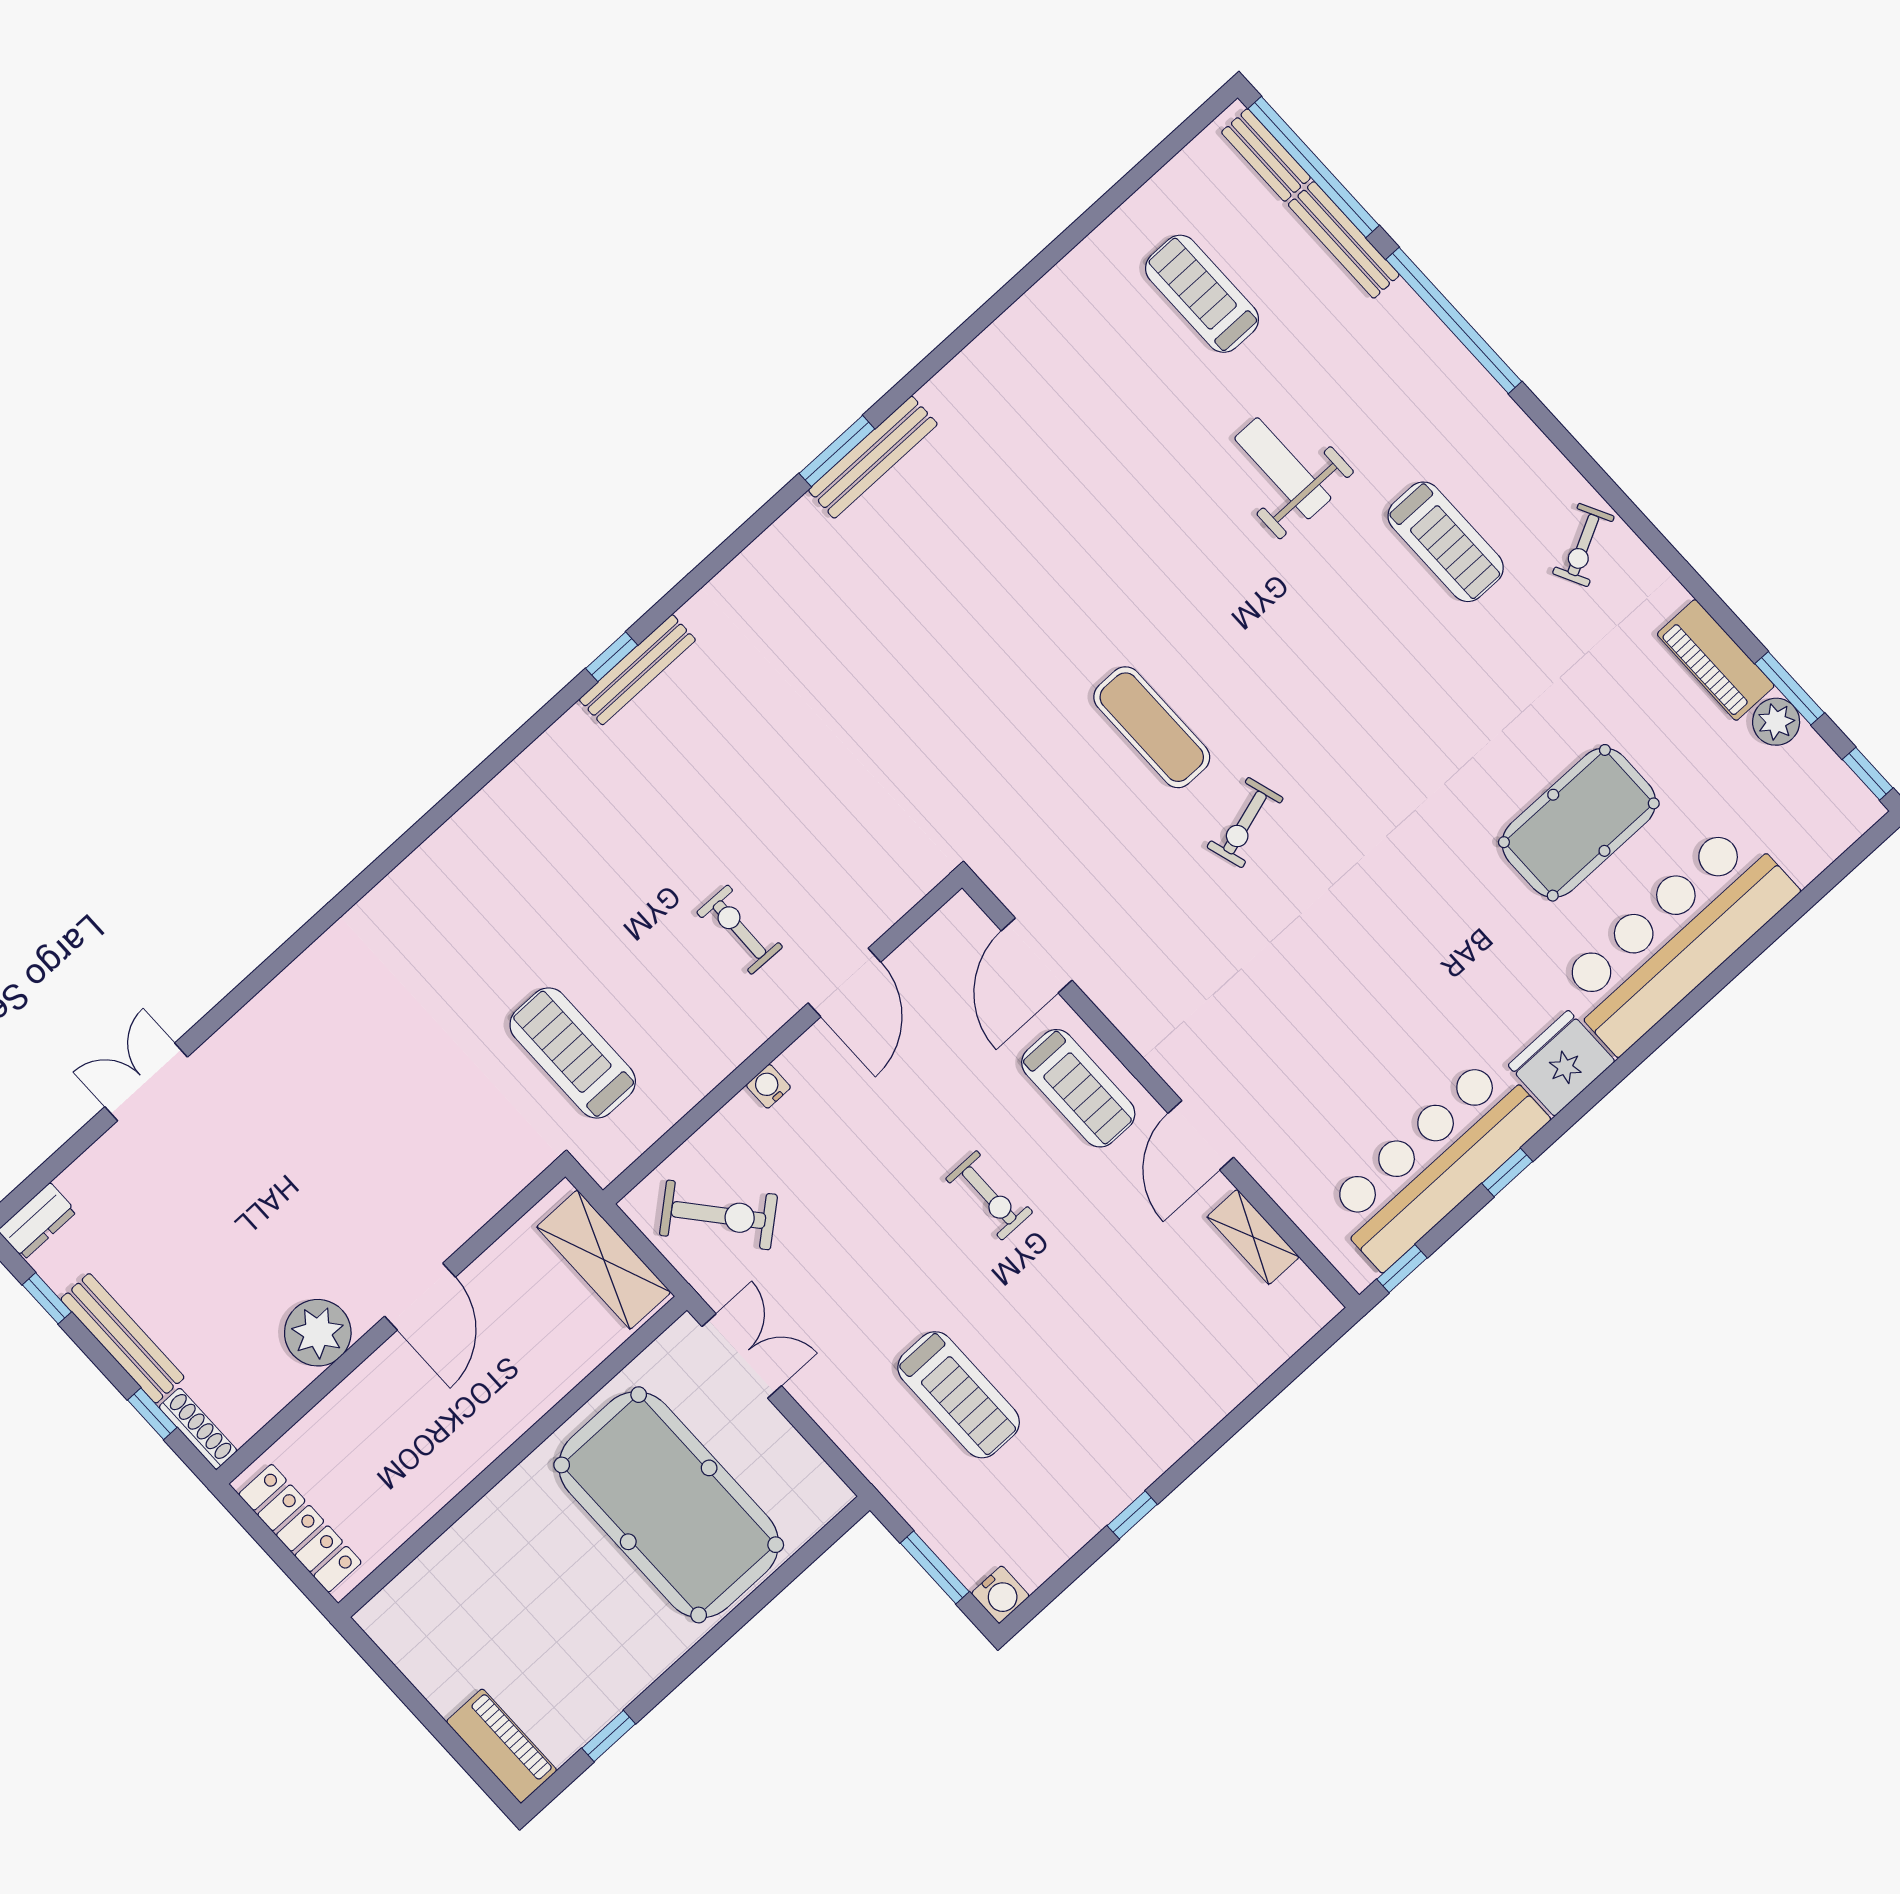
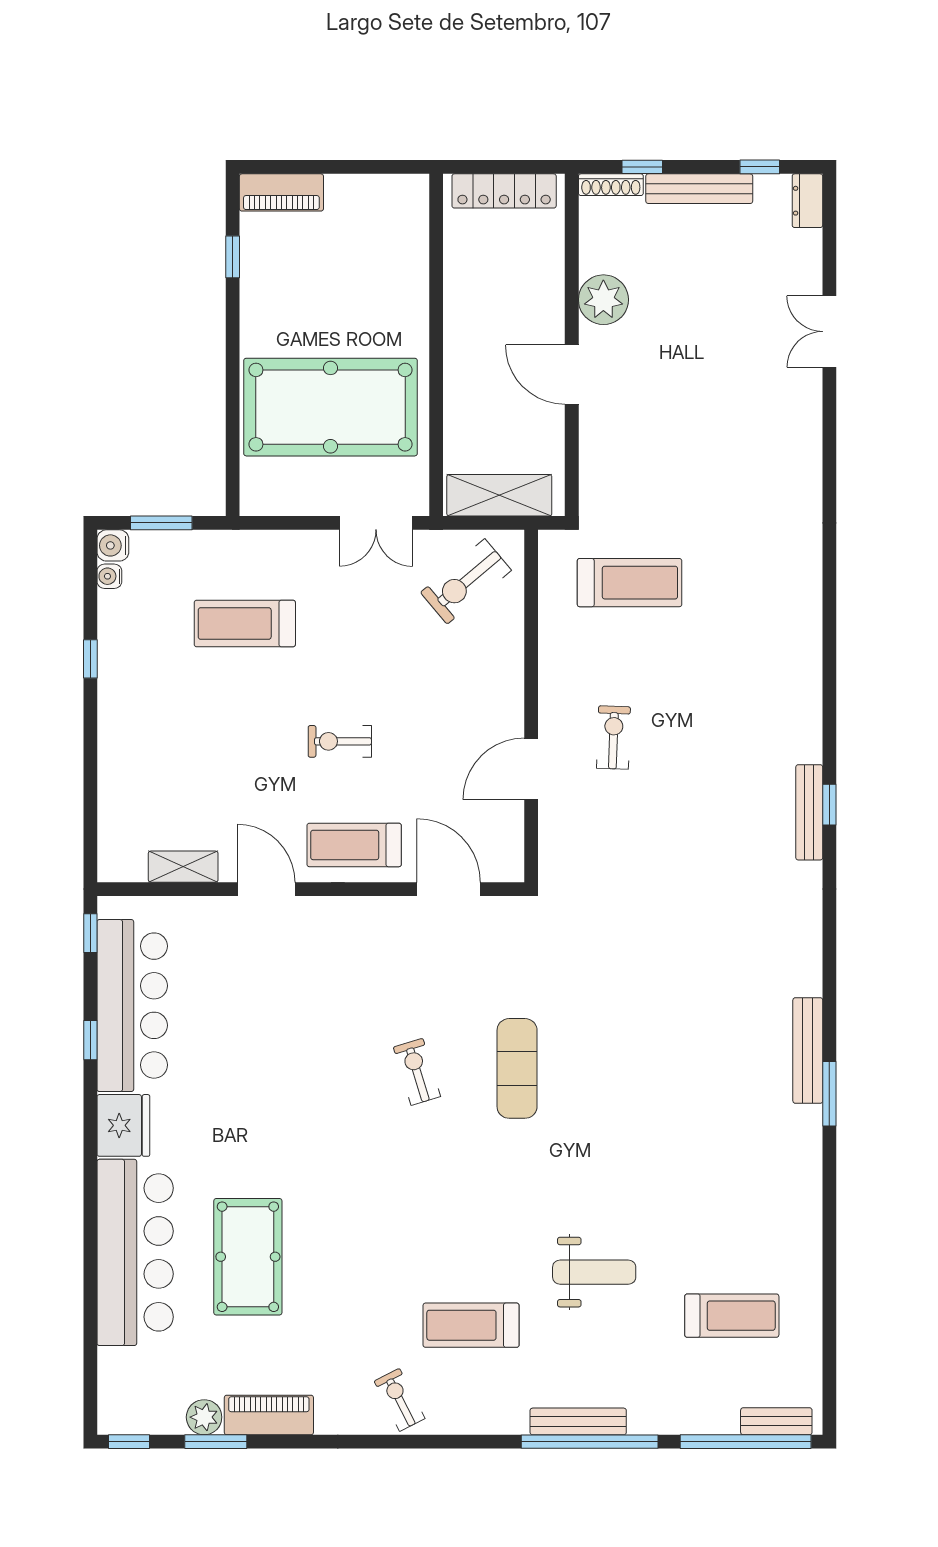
bench: (1344, 240) -> (578, 1421), moved
window: (837, 451) -> (829, 1094), moved
exercise mat: (1152, 727) -> (517, 1068), turned 90
exercise bike: (740, 930) -> (613, 738), turned -89
door: (844, 982) -> (531, 769), hinge flipped
double door: (146, 1082) -> (829, 332), swing flipped
water cooler: (768, 1086) -> (109, 576), moved, turned 180

